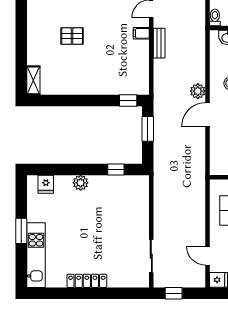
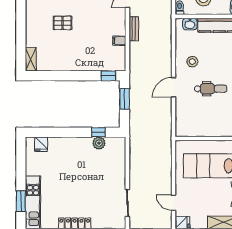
filing cabinet: (141, 33) -> (119, 41), moved
plant: (198, 91) -> (166, 68), removed
plant: (81, 183) -> (99, 143), moved
window: (21, 231) -> (21, 201), moved

